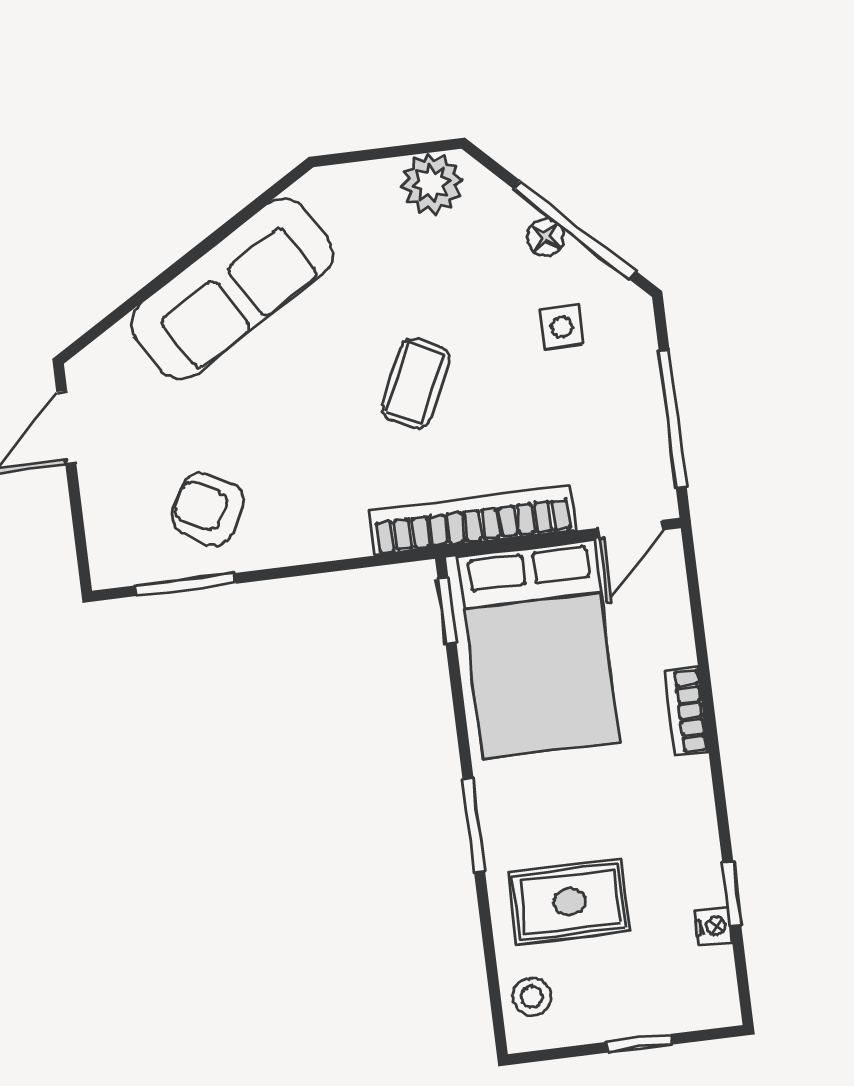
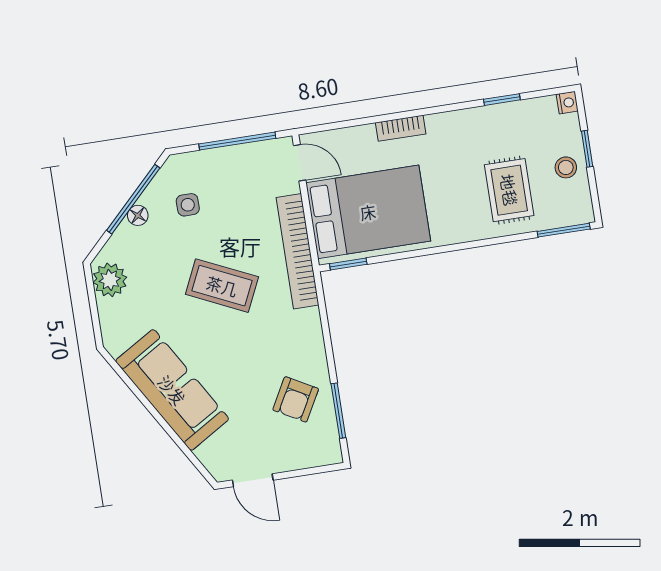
coffee table: (415, 383) -> (222, 286), width x1.36, depth x1.30
window: (474, 825) -> (564, 230), moved
nightstand: (713, 926) -> (567, 103), moved, turned 90
stool: (532, 997) -> (566, 167), moved

